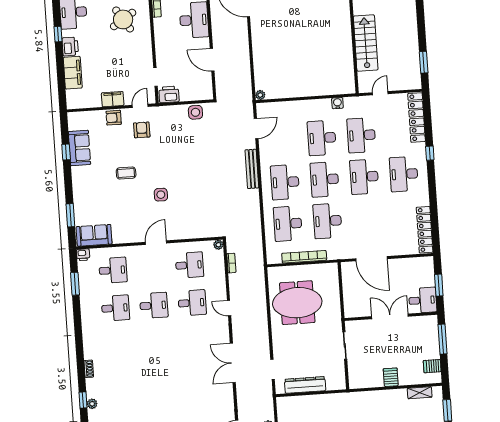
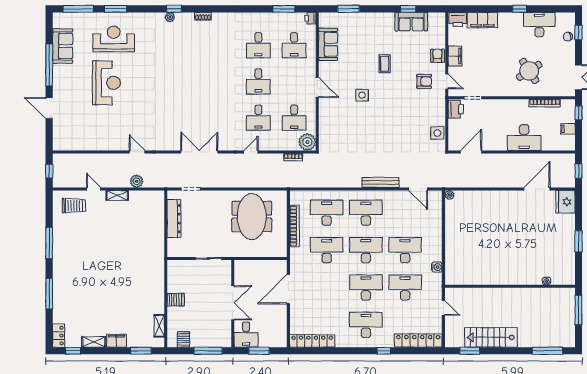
stairs: (366, 43) -> (491, 337), moved, turned 180
printer: (70, 47) -> (458, 19), moved
door: (212, 60) -> (471, 152), moved
sofa: (94, 235) -> (328, 44), moved
plant: (218, 245) -> (307, 142), width x1.88, depth x1.88

